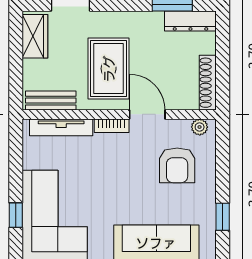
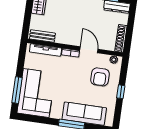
rug: (109, 69) -> (73, 24), removed
window: (16, 215) -> (17, 90), width x2.17
window: (223, 217) -> (121, 92), moved

